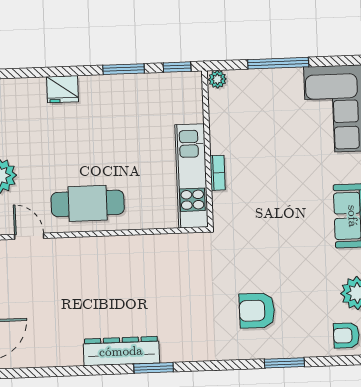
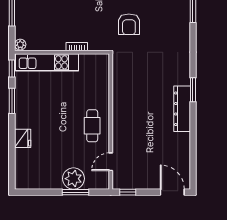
kitchen unit: (192, 176) -> (47, 62), moved
cafe table: (88, 203) -> (92, 126), width x0.73, depth x0.74
armchair: (257, 311) -> (129, 24), moved

